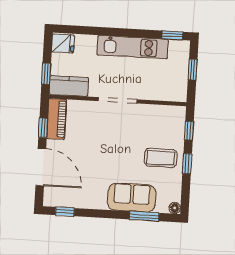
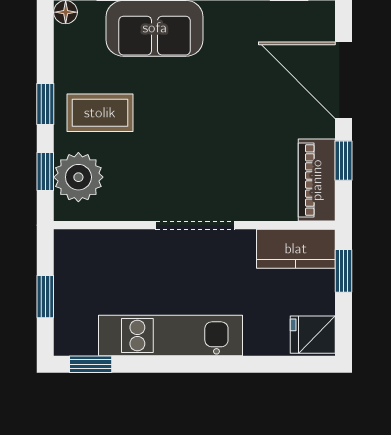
plant: (173, 127) -> (78, 177), added

